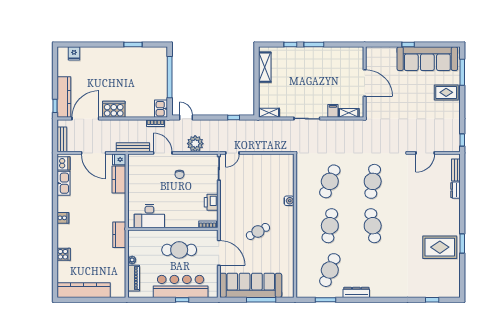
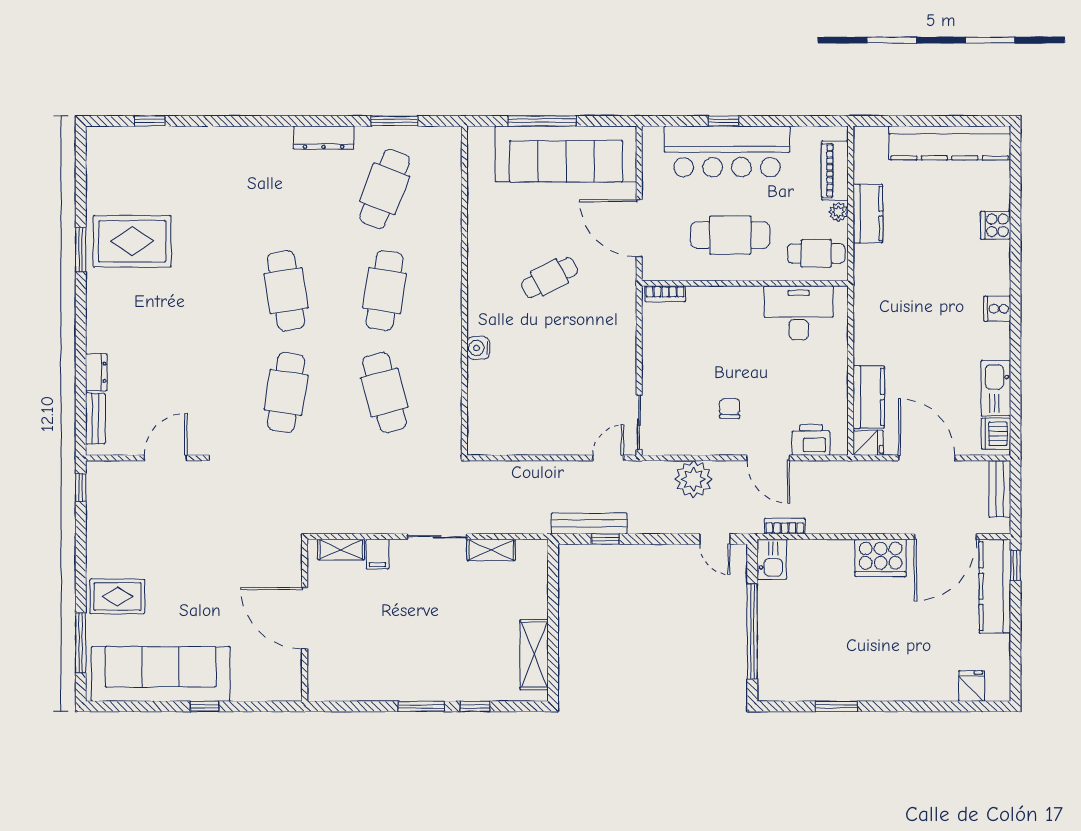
shelving: (269, 113) -> (491, 550), moved
bench: (133, 147) -> (589, 524), moved
cafe table: (330, 181) -> (385, 392), turned -36
printer: (211, 202) -> (811, 440), moved, turned -90
kitchen counter: (119, 235) -> (868, 214), moved
cafe table: (142, 242) -> (816, 253), added

